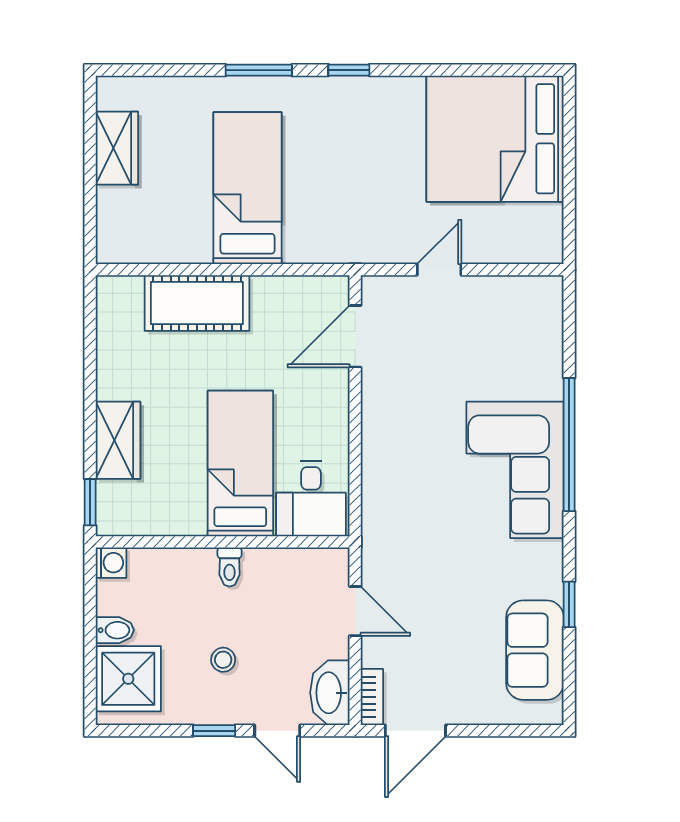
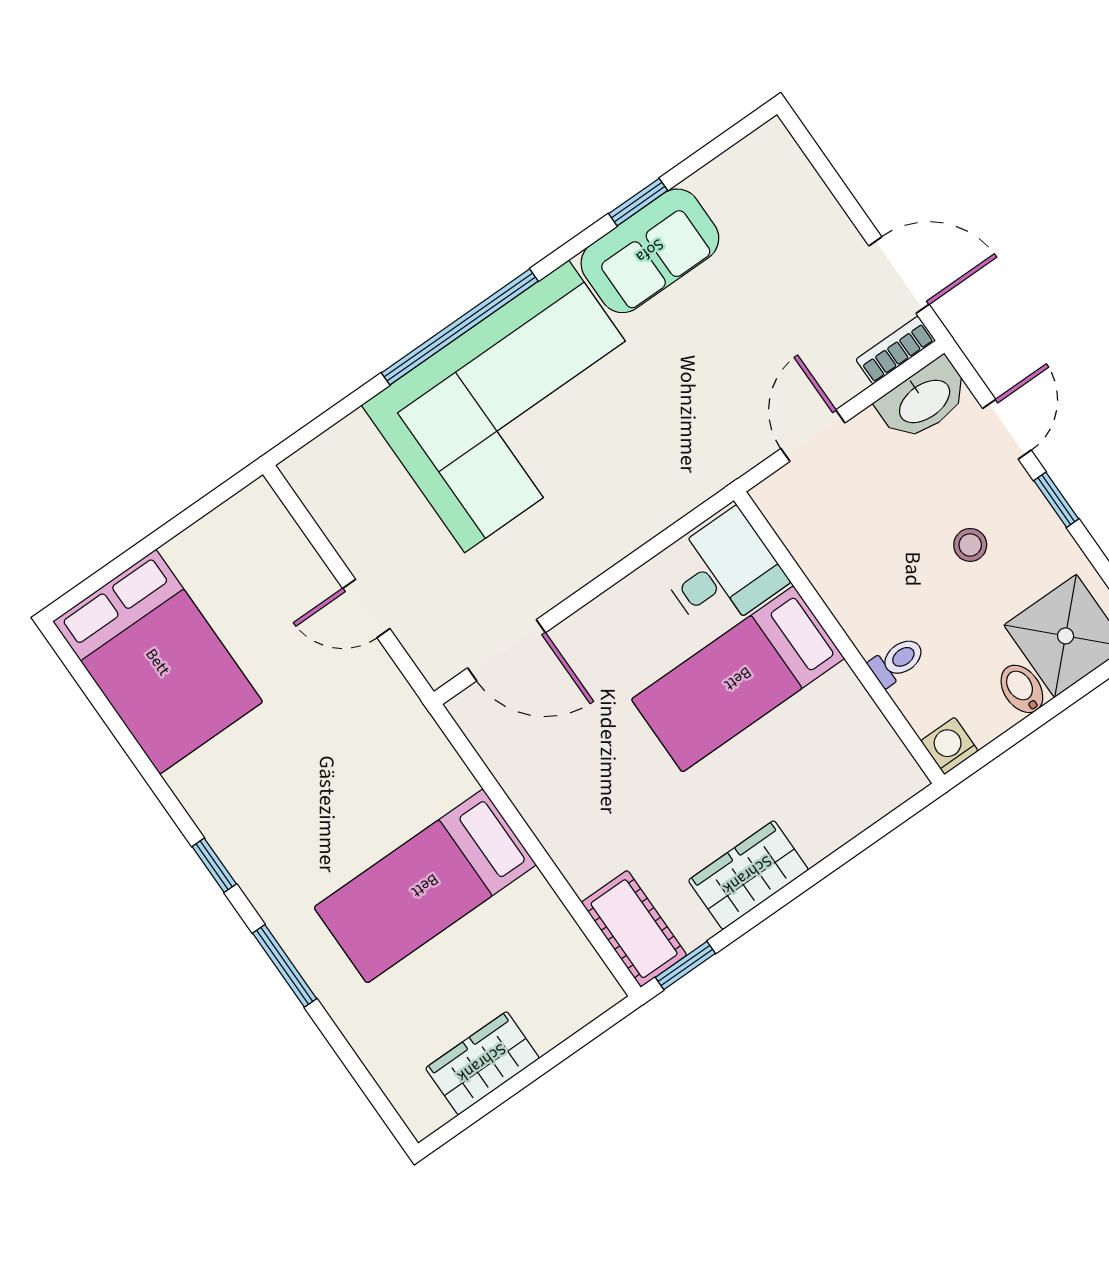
bed: (495, 139) -> (158, 662), width x0.73
cot: (197, 303) -> (634, 929), moved, width x0.73, depth x0.75
wardrobe: (118, 440) -> (748, 875), moved
corner sofa: (515, 470) -> (517, 406), width x1.36, depth x1.36
window: (90, 502) -> (685, 965), moved
toilet: (230, 567) -> (897, 661), moved
sofa: (535, 650) -> (650, 251), moved

